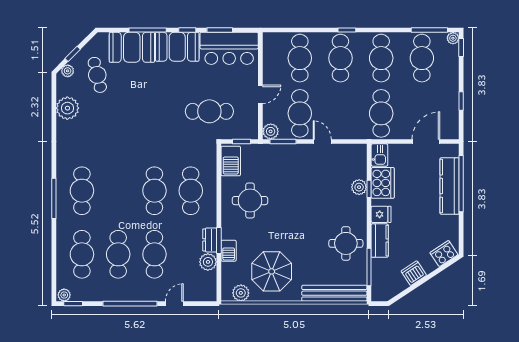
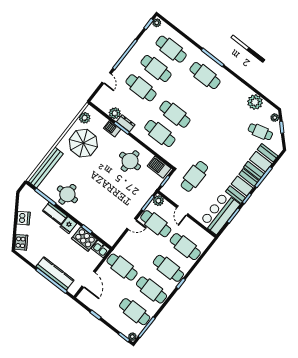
plant: (359, 187) -> (92, 225), removed

